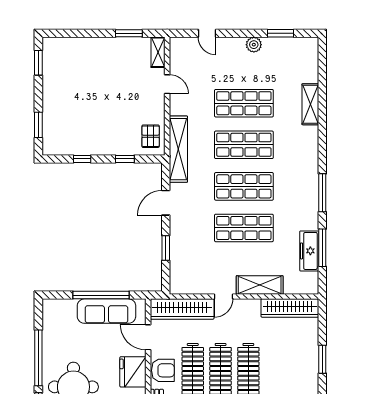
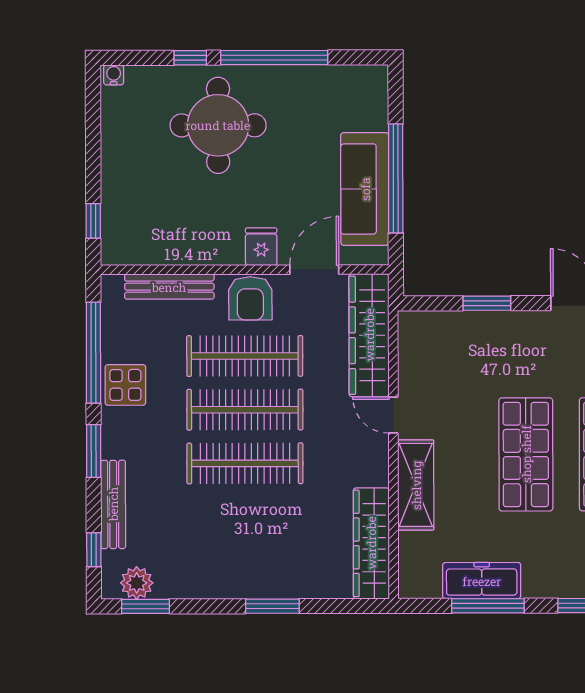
fridge: (133, 372) -> (261, 247), width x0.53, depth x0.75

